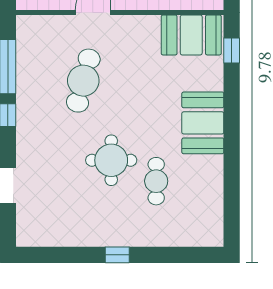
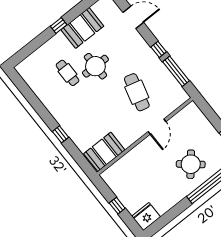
window: (232, 51) -> (61, 134), moved
booth: (203, 123) -> (82, 28), moved, turned 90

